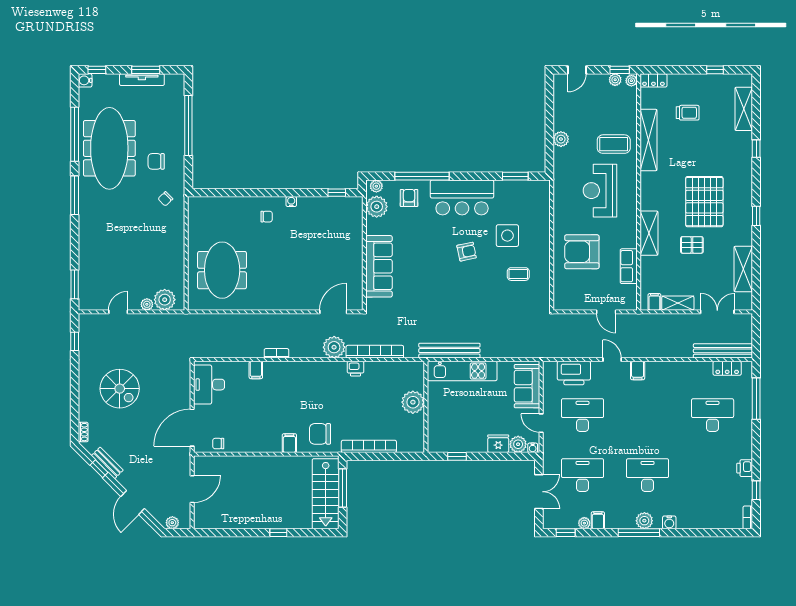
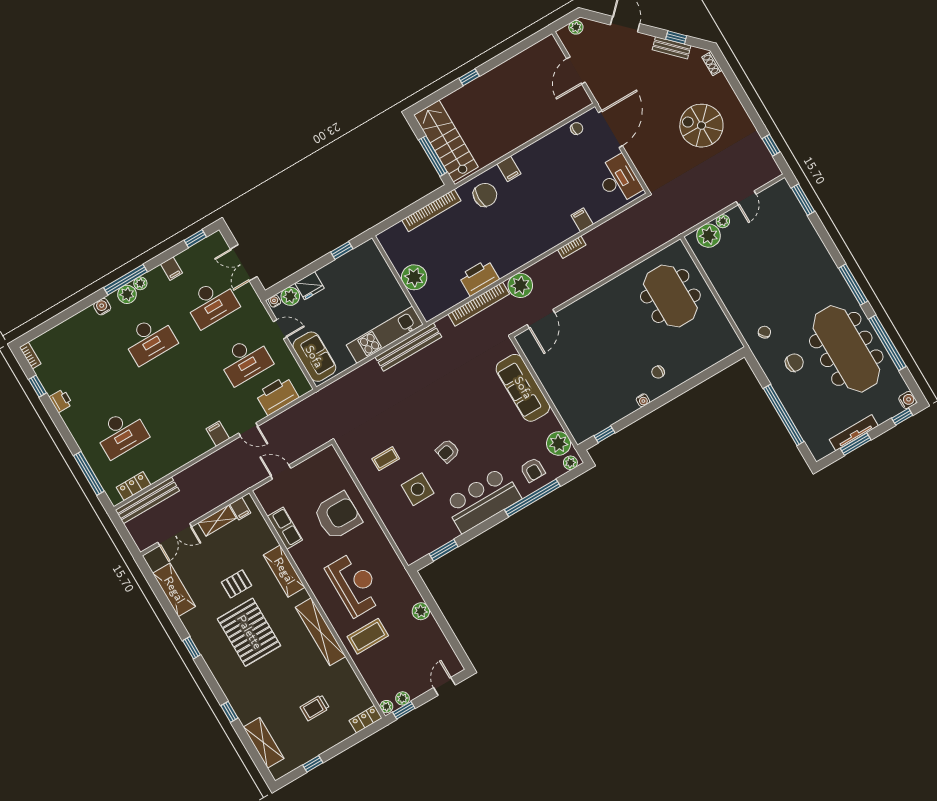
shelving: (648, 140) -> (320, 632), moved
printer: (355, 369) -> (479, 278), width x1.87, depth x1.48
plant: (584, 523) -> (140, 283), moved

